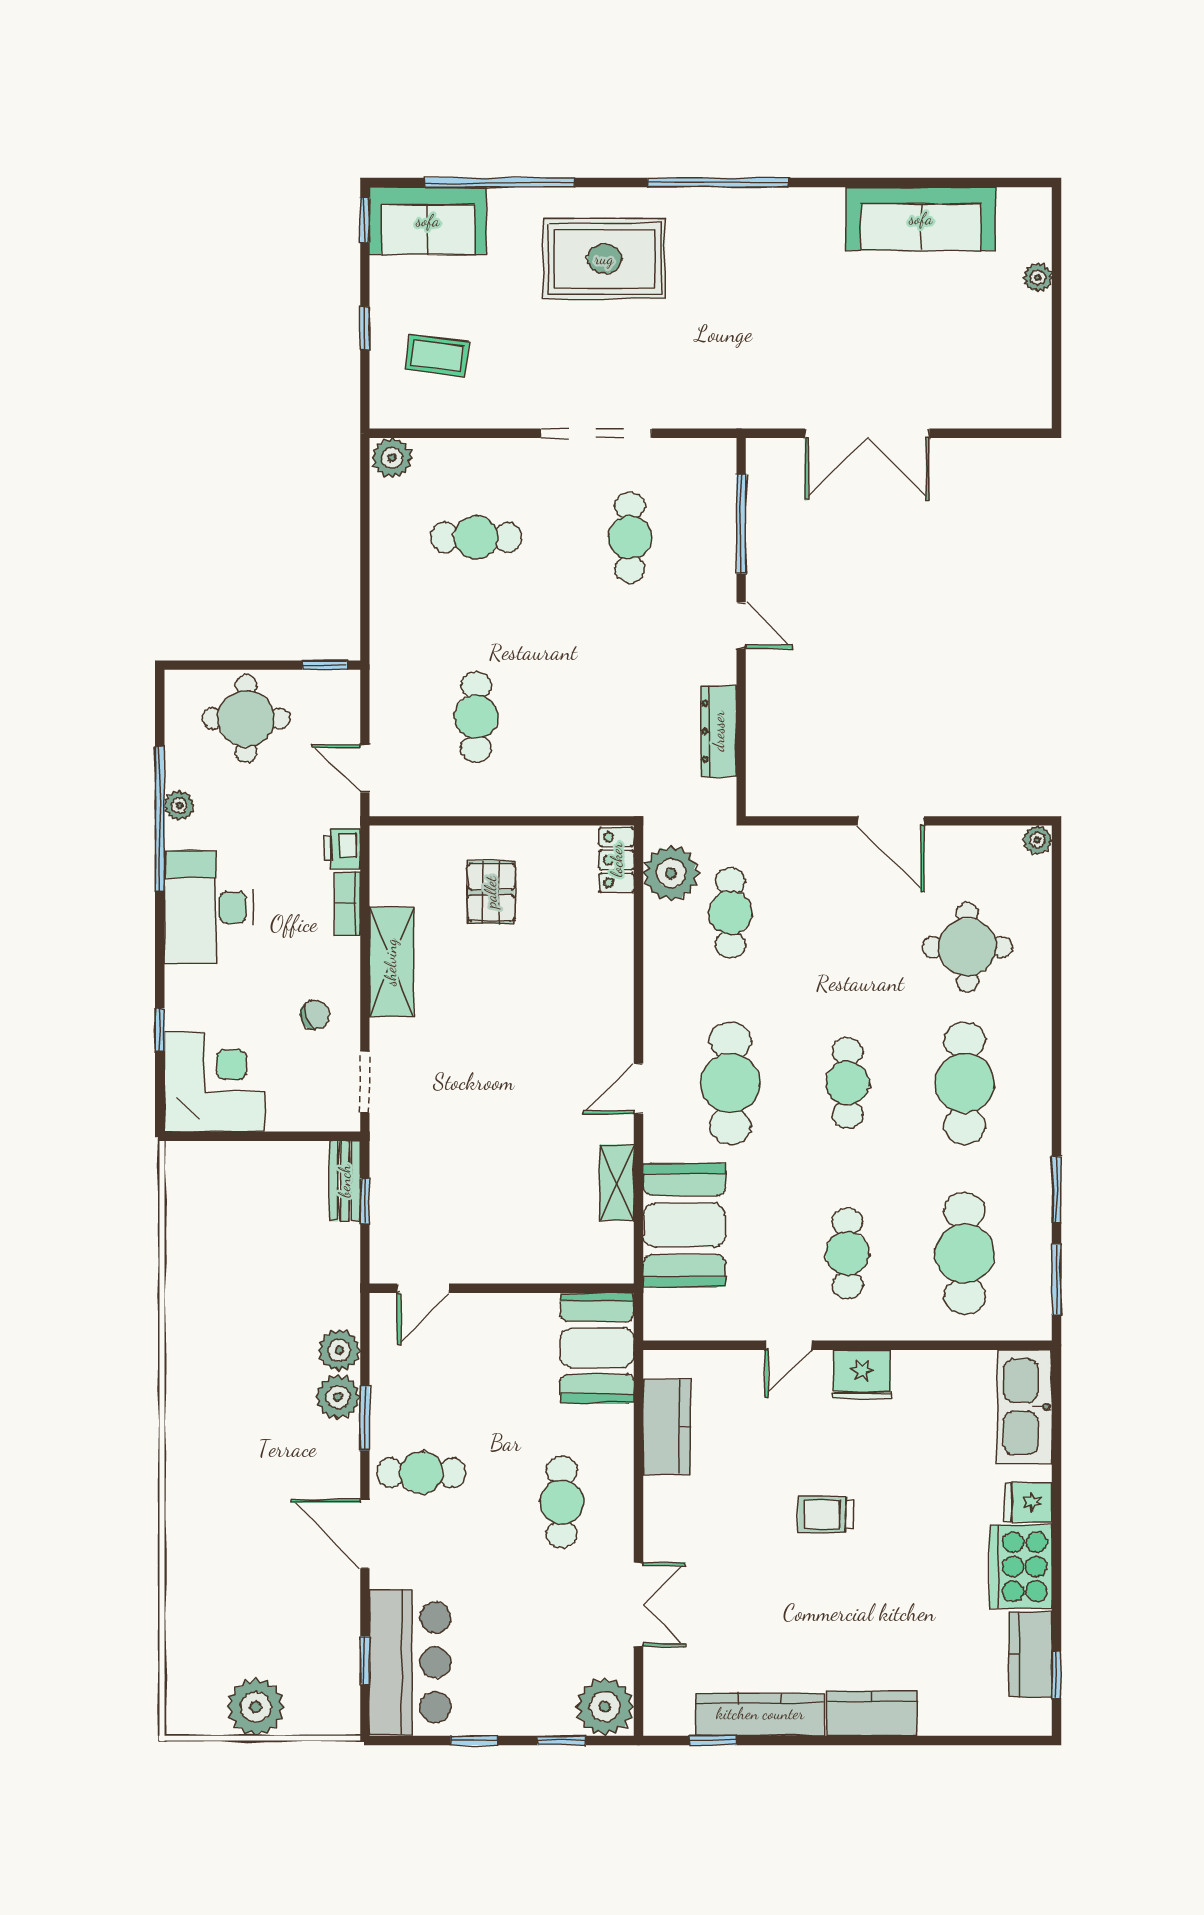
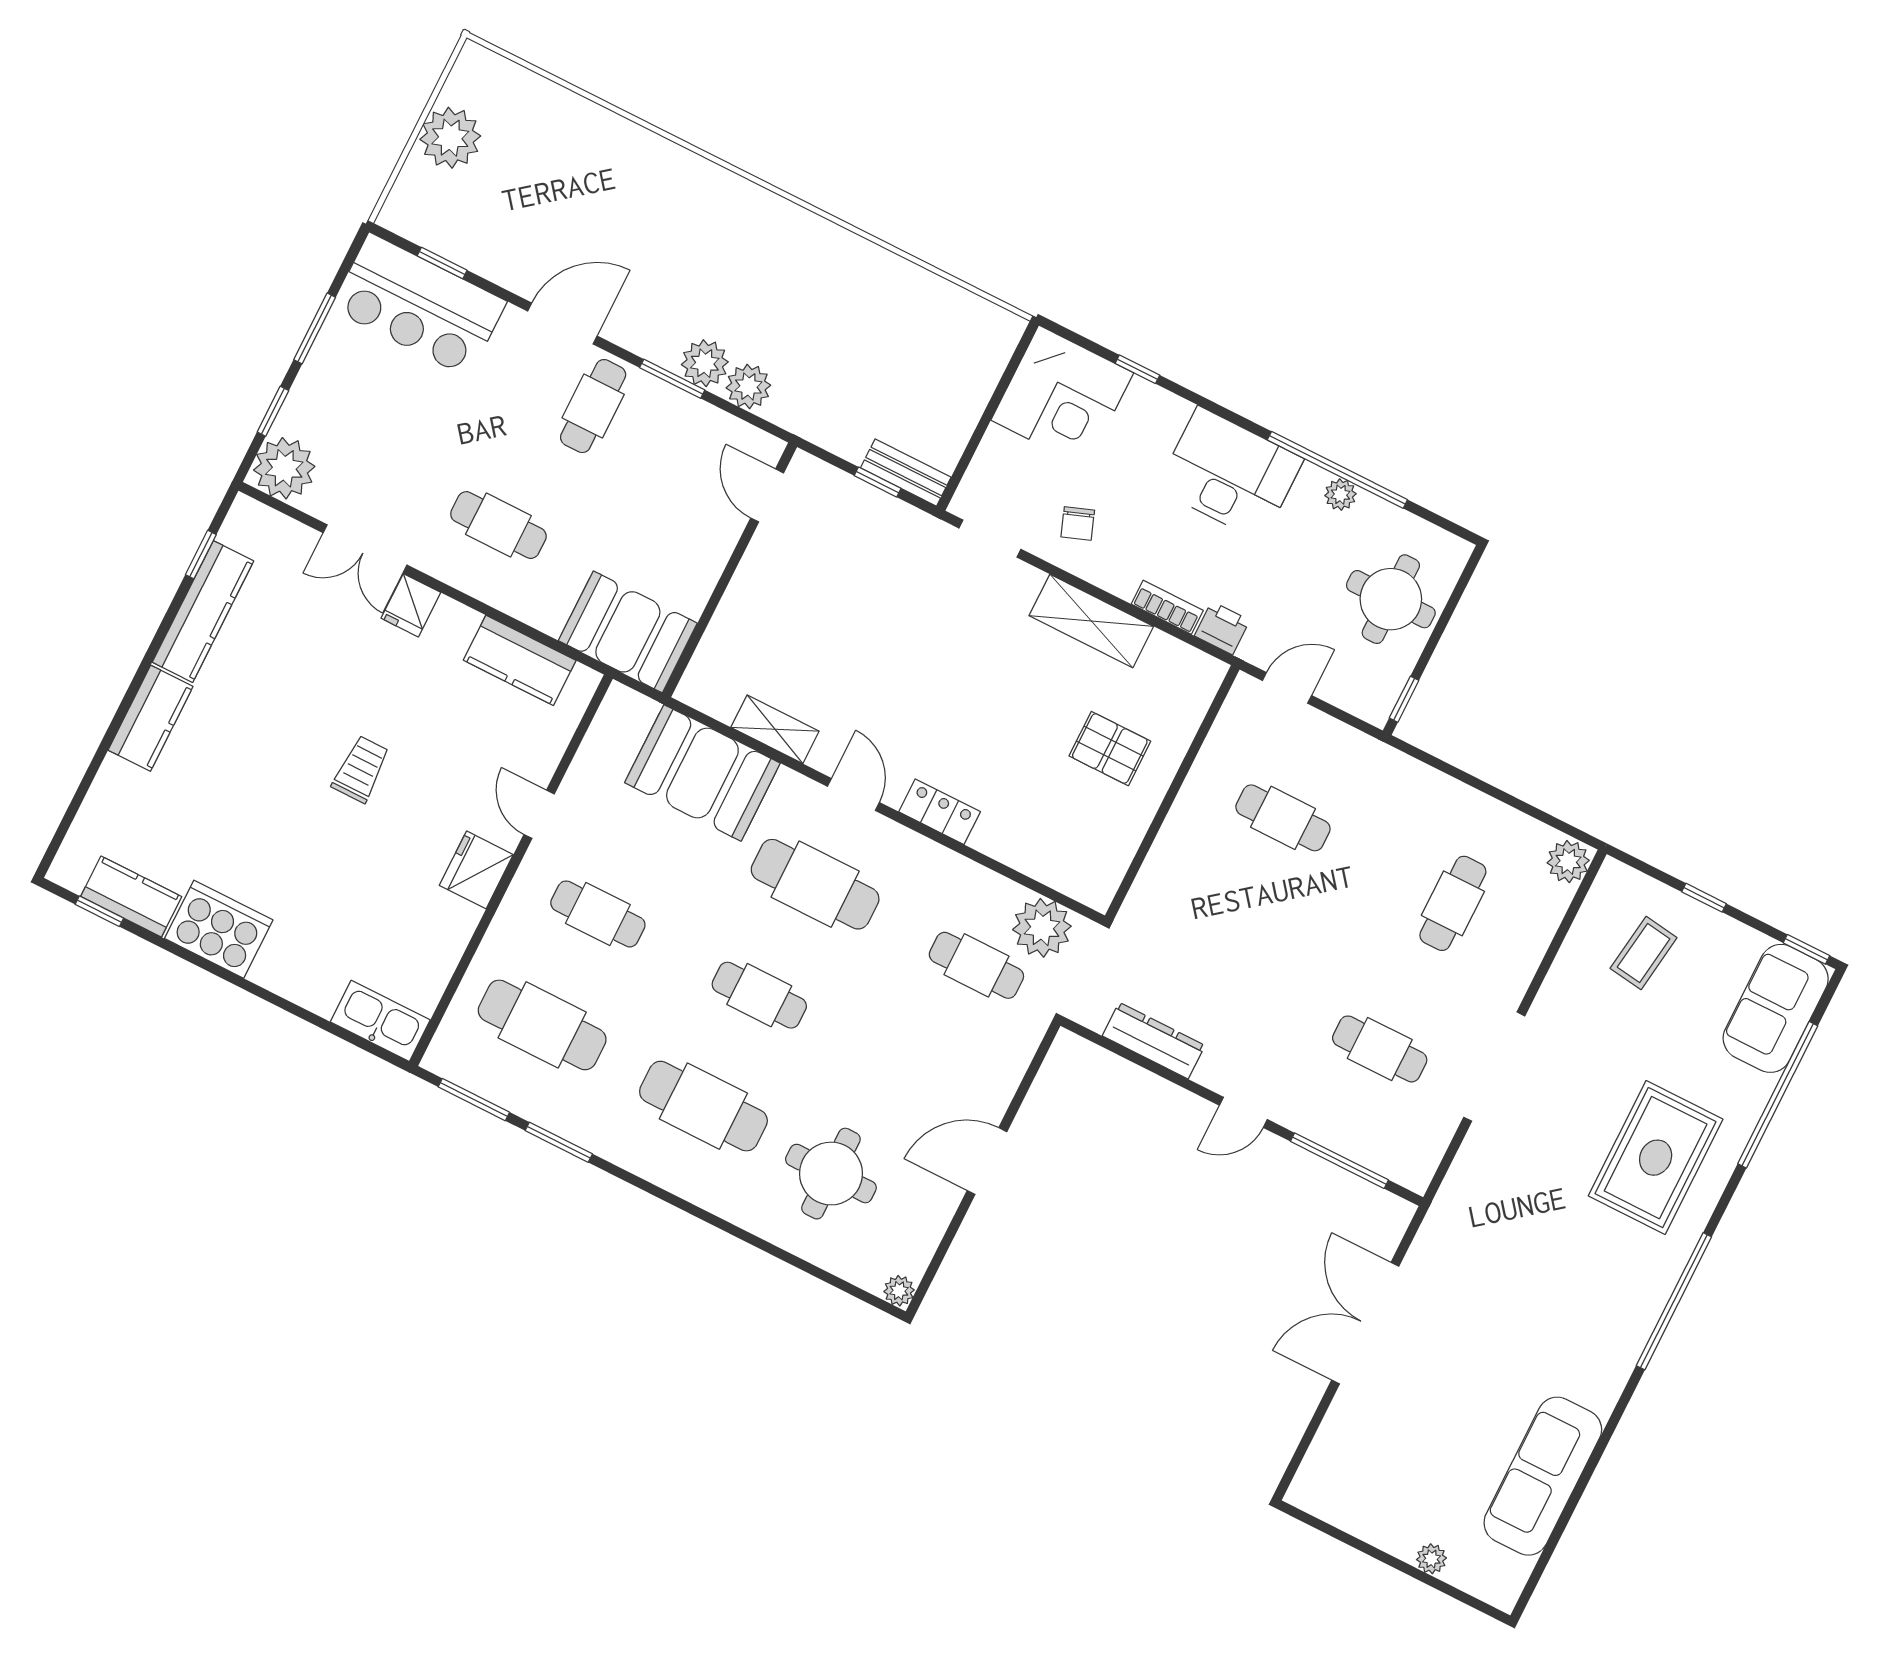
locker: (617, 860) -> (940, 812), moved
kitchen sink: (1025, 1407) -> (380, 1021), width x0.73, depth x0.81
fridge: (1028, 1502) -> (411, 605), moved, turned 180
window: (474, 1740) -> (315, 328), width x1.50

